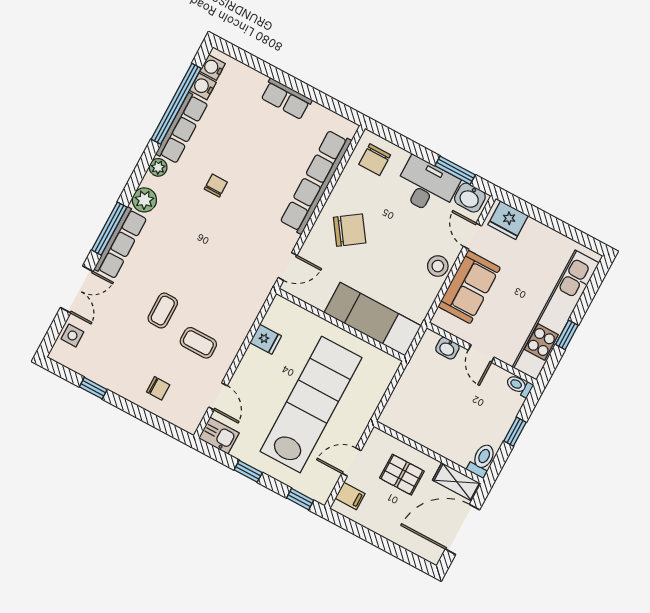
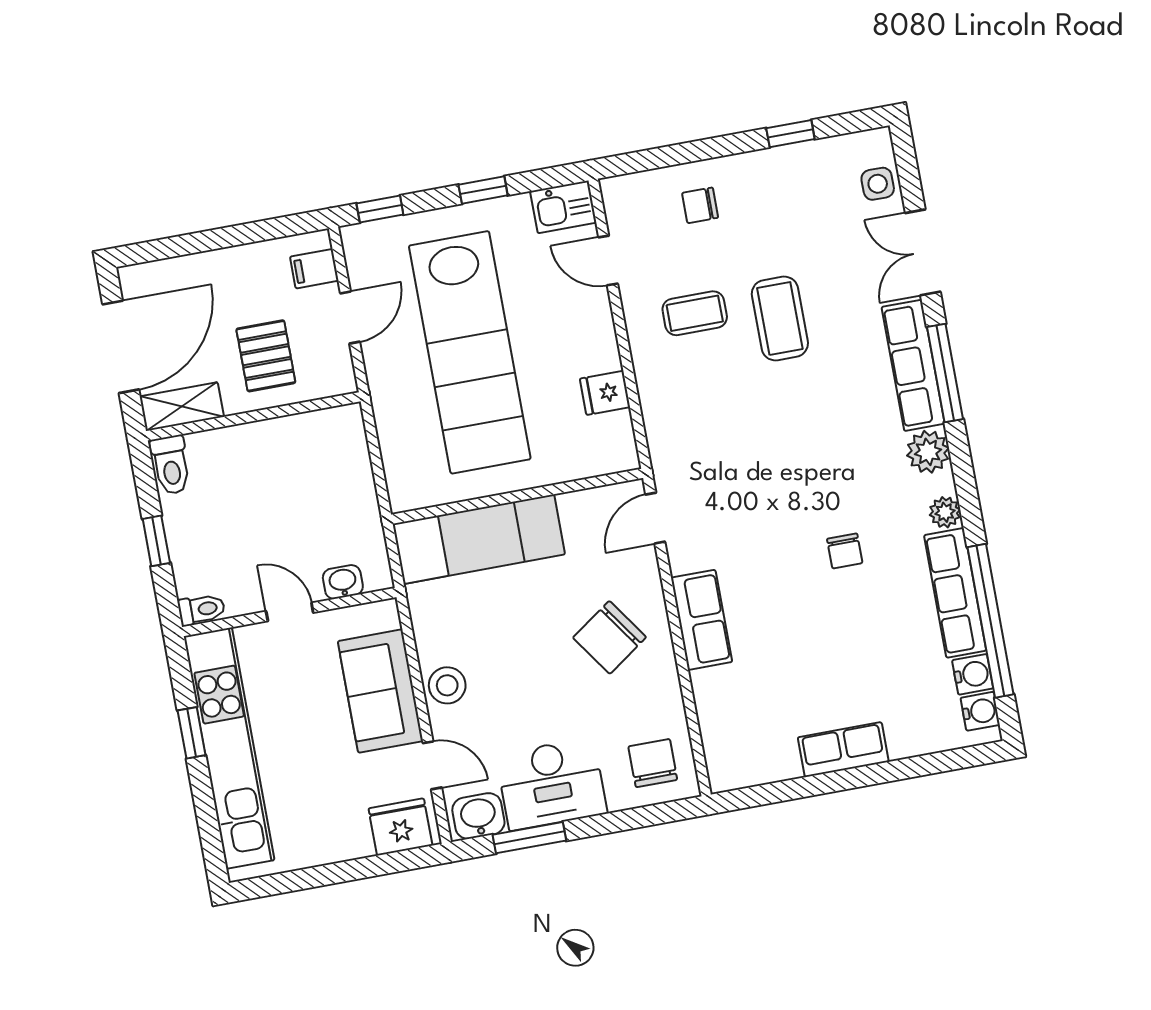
row of seats: (316, 182) -> (702, 620), width x0.50
coffee table: (163, 311) -> (780, 319), width x1.36, depth x1.30
pallet: (402, 475) -> (266, 356), turned 90

